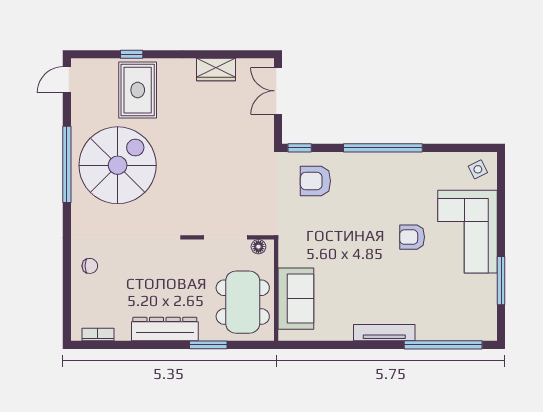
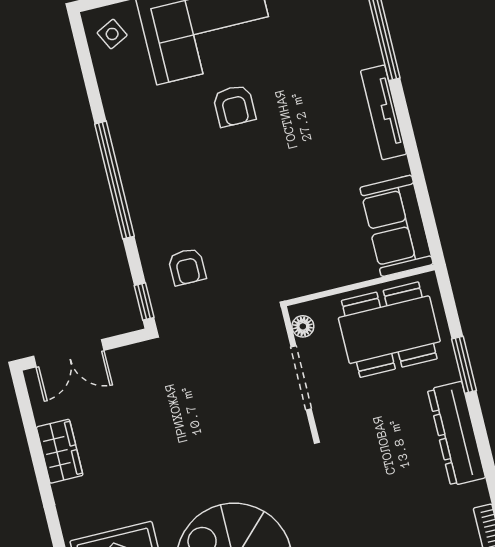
armchair: (315, 181) -> (187, 267), width x0.72, depth x0.72
sofa: (296, 299) -> (397, 226), moved, turned -90

